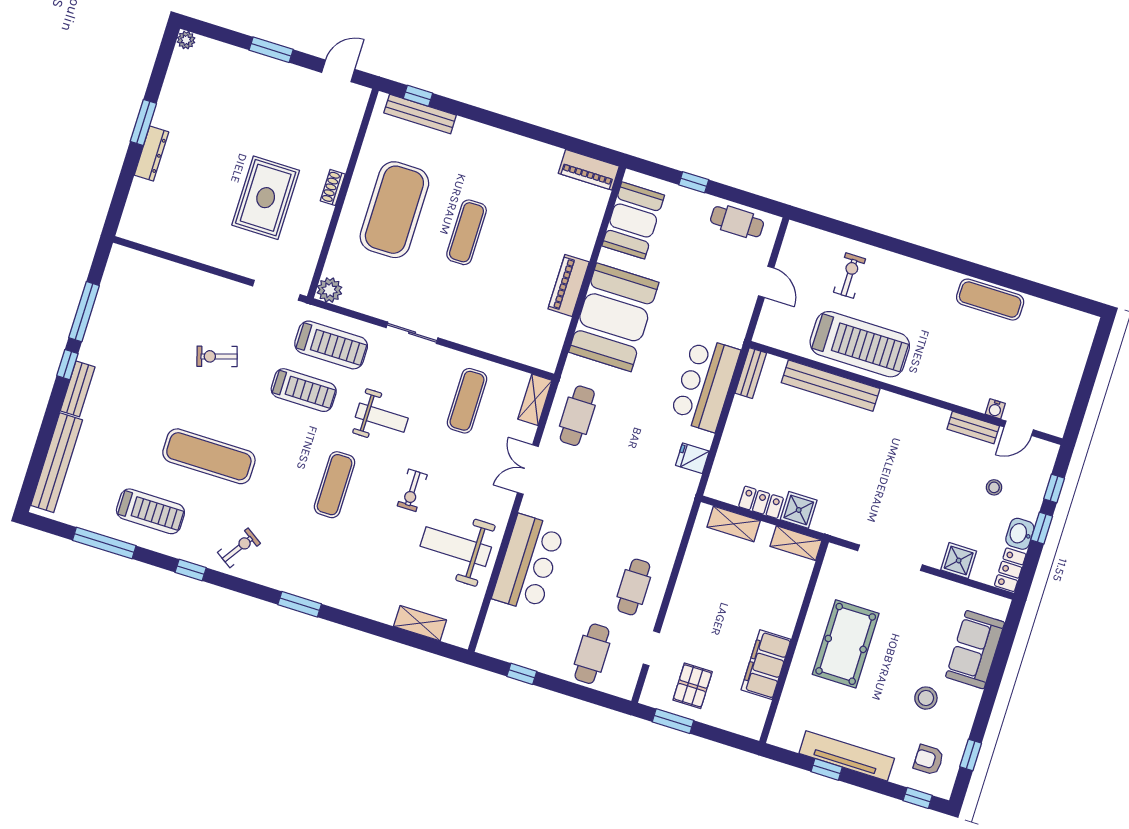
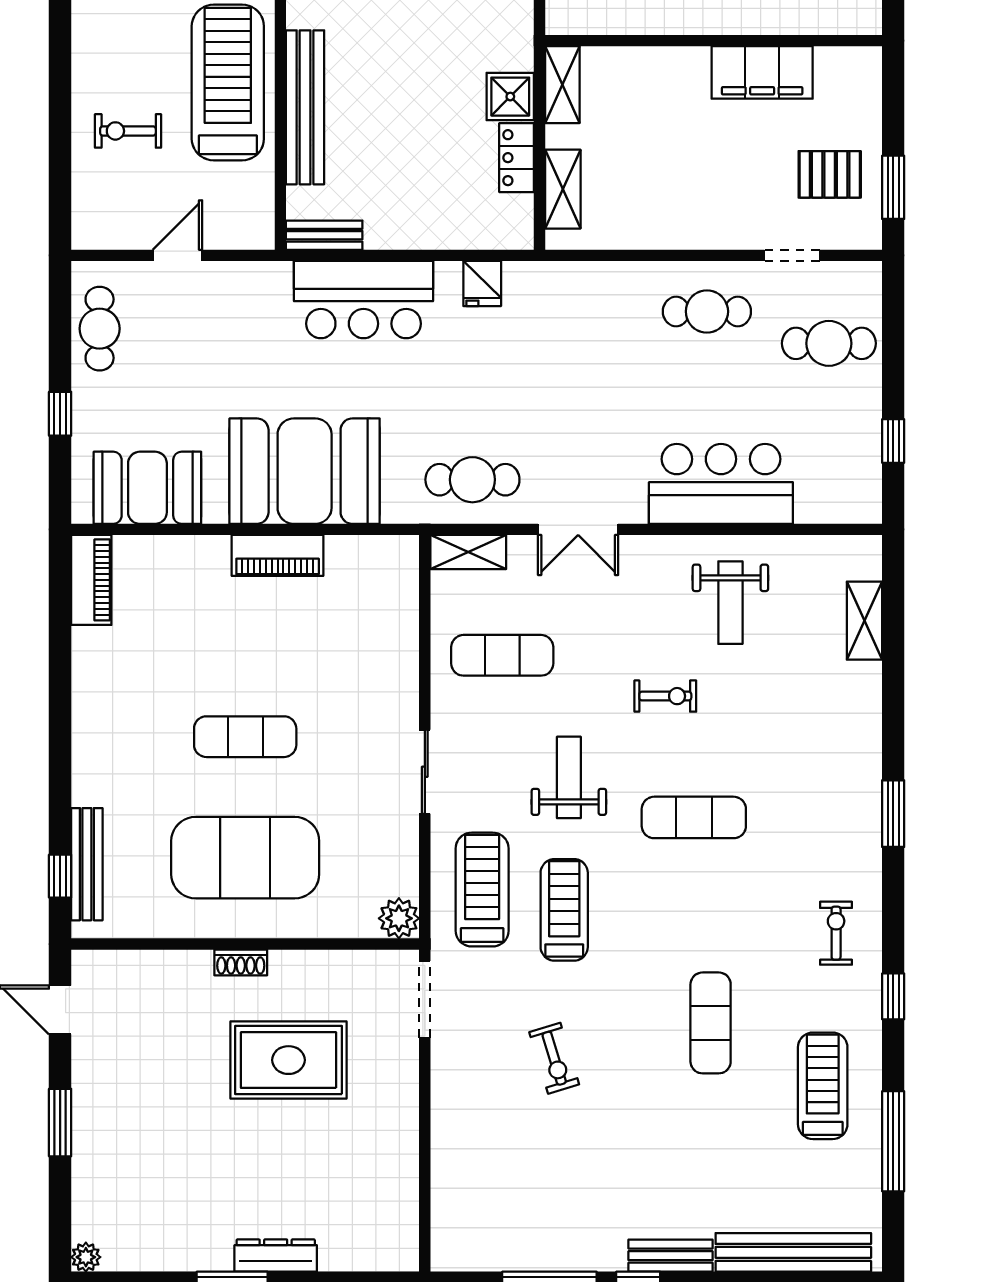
exercise mat: (209, 456) -> (711, 1023), width x0.73, depth x0.69
weight bench: (456, 547) -> (730, 603), width x0.73, depth x0.75
exercise bike: (239, 548) -> (836, 933), turned 56

